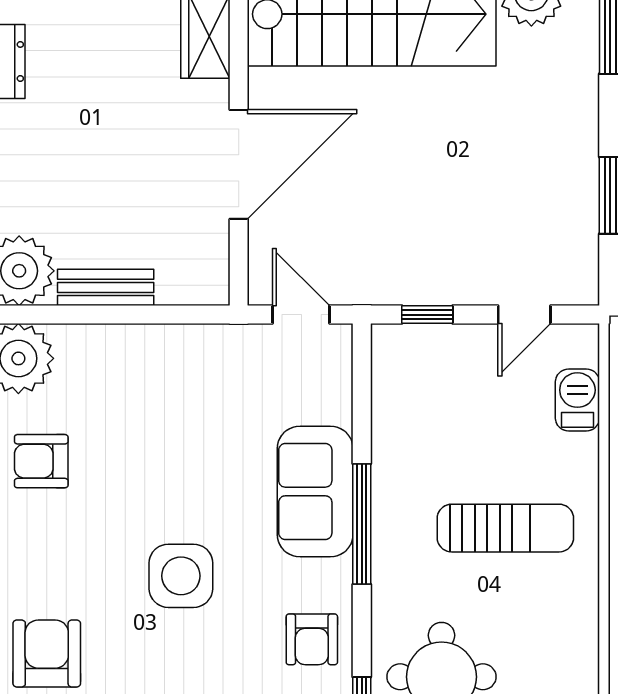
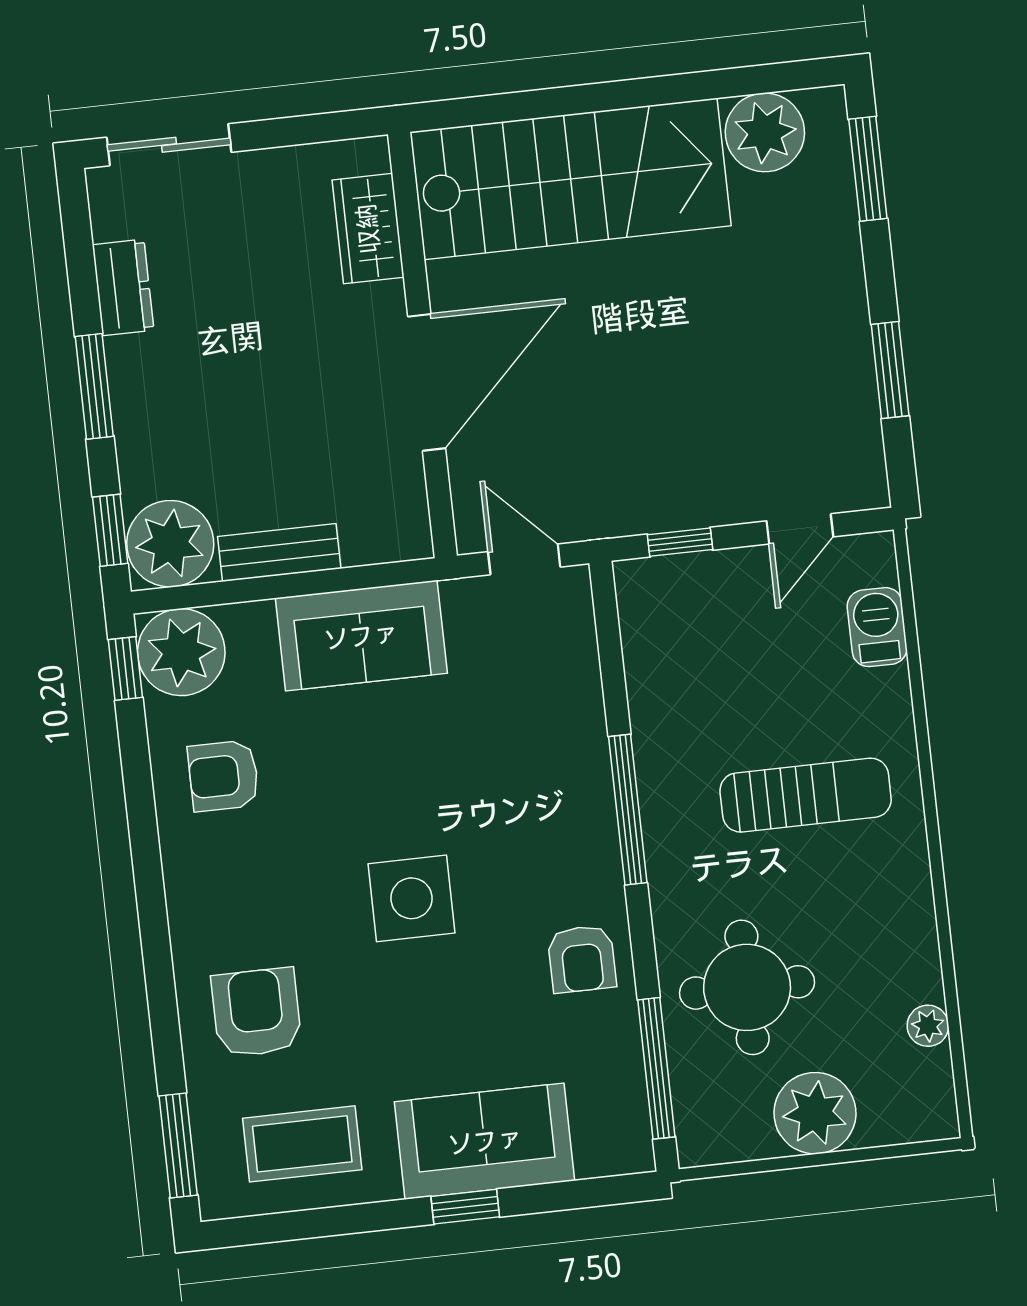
sofa: (315, 491) -> (361, 636), moved, turned -90

